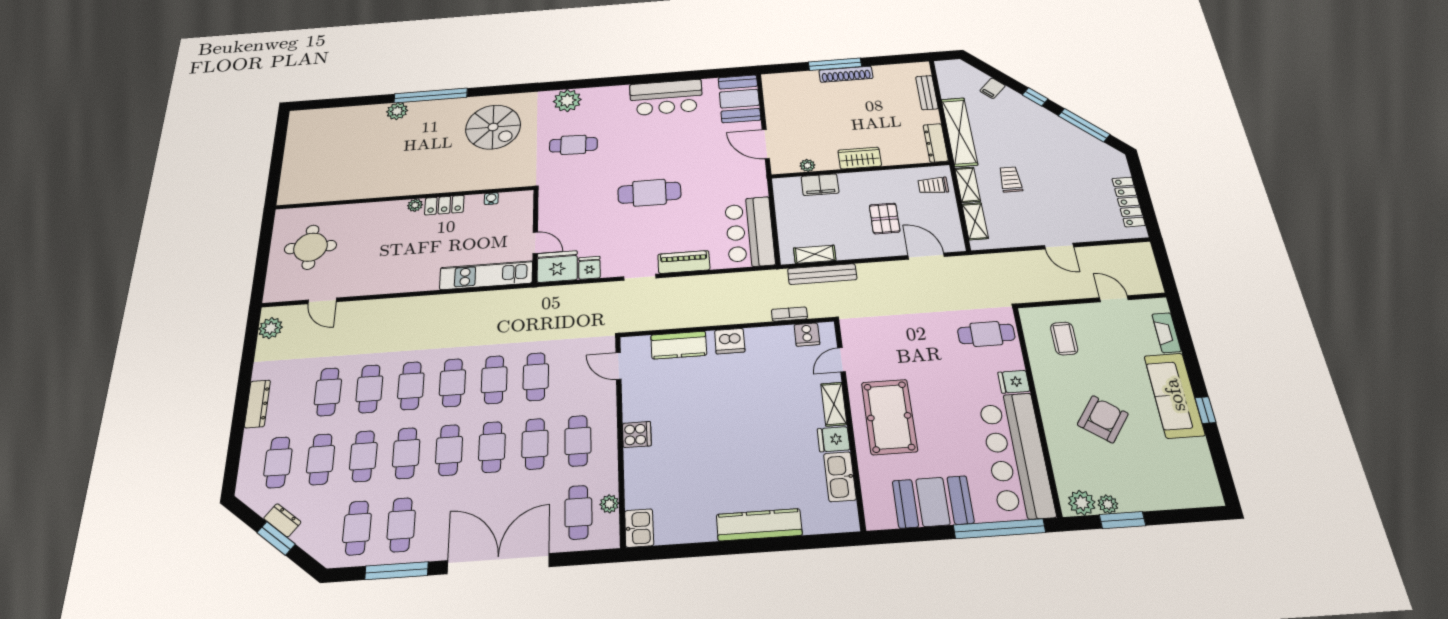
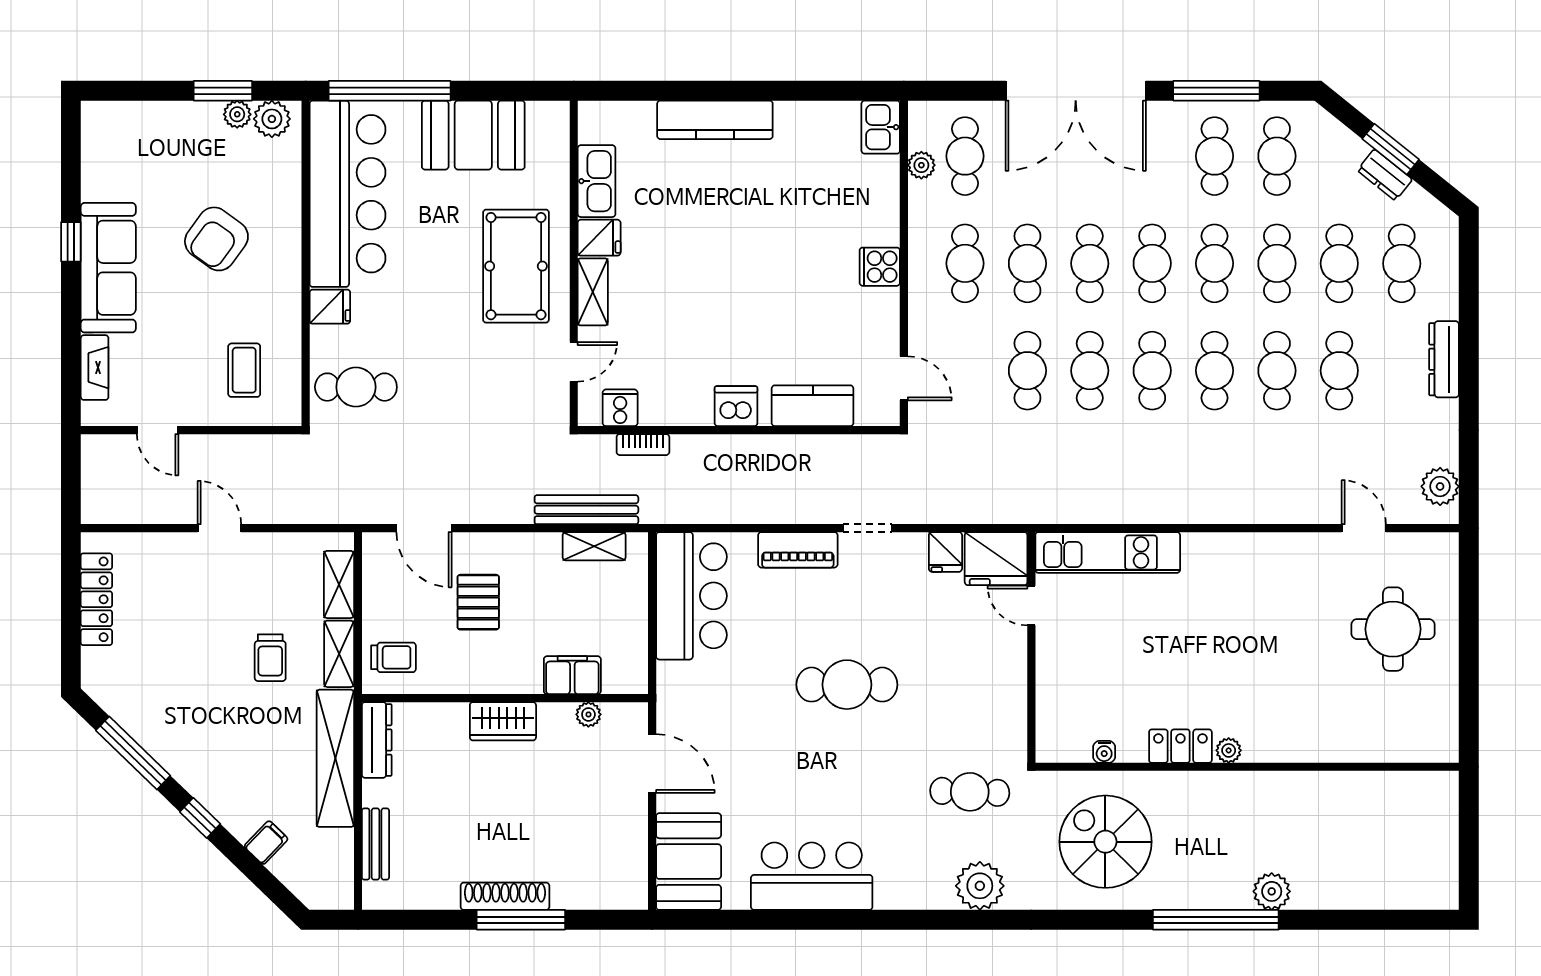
wall: (404, 198) -> (1247, 767), moved
water cooler: (491, 199) -> (1104, 752), moved
plant: (415, 205) -> (1229, 750), moved
locker: (444, 205) -> (1180, 746), moved

